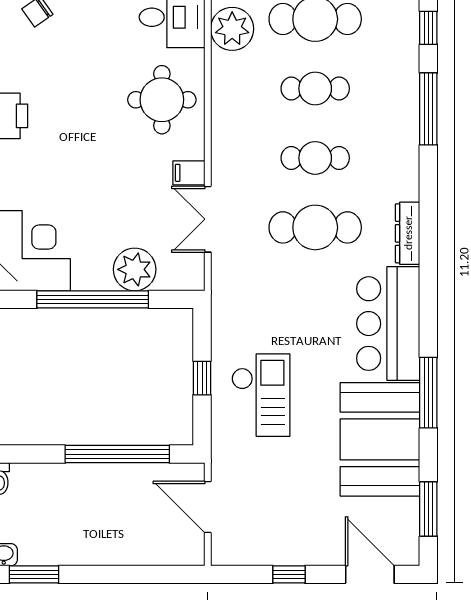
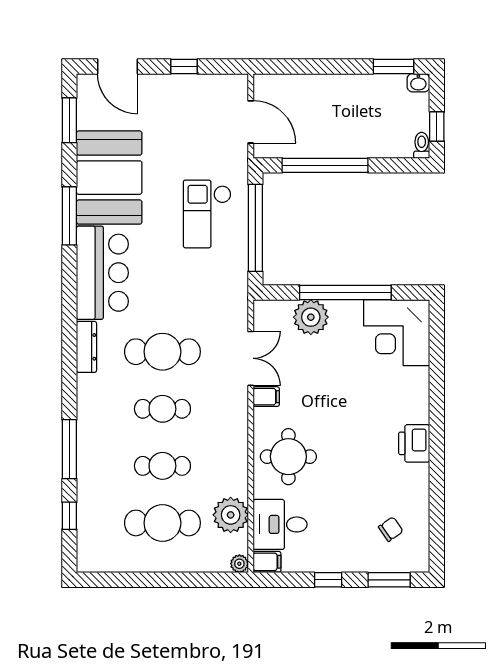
window: (202, 378) -> (255, 228), width x3.17

